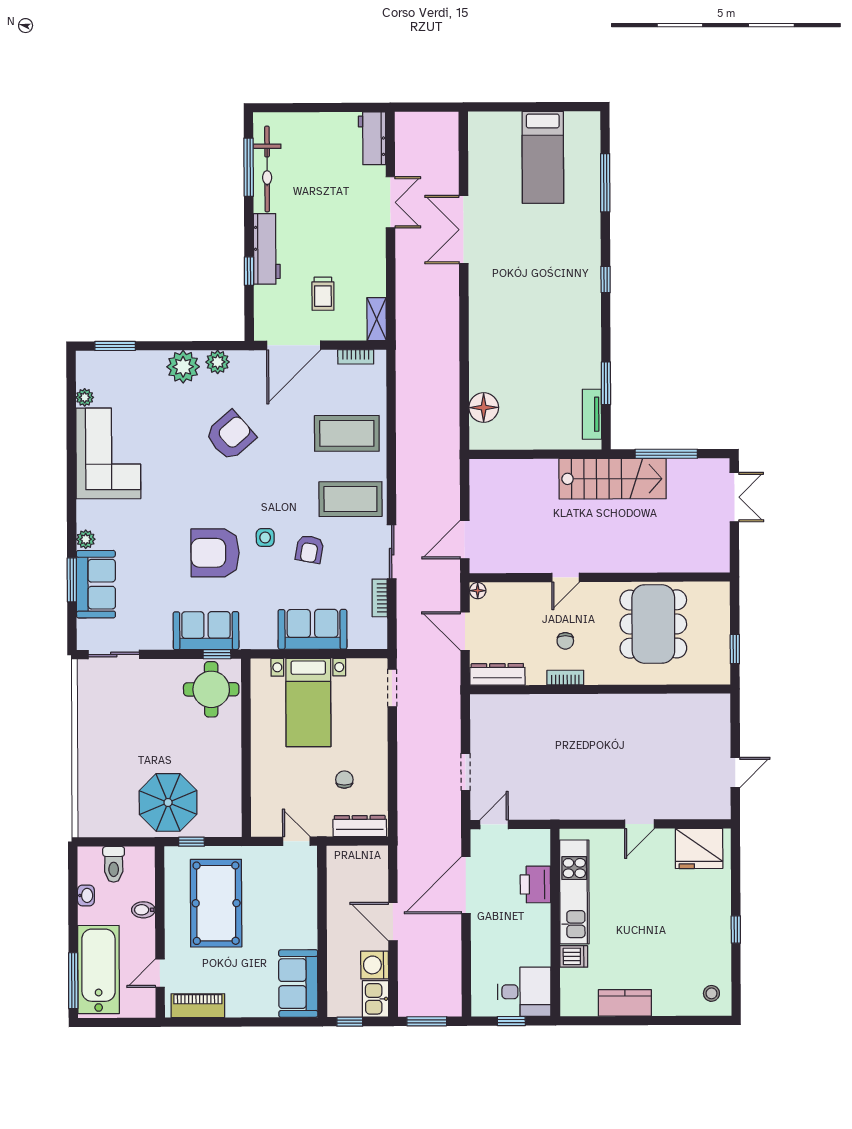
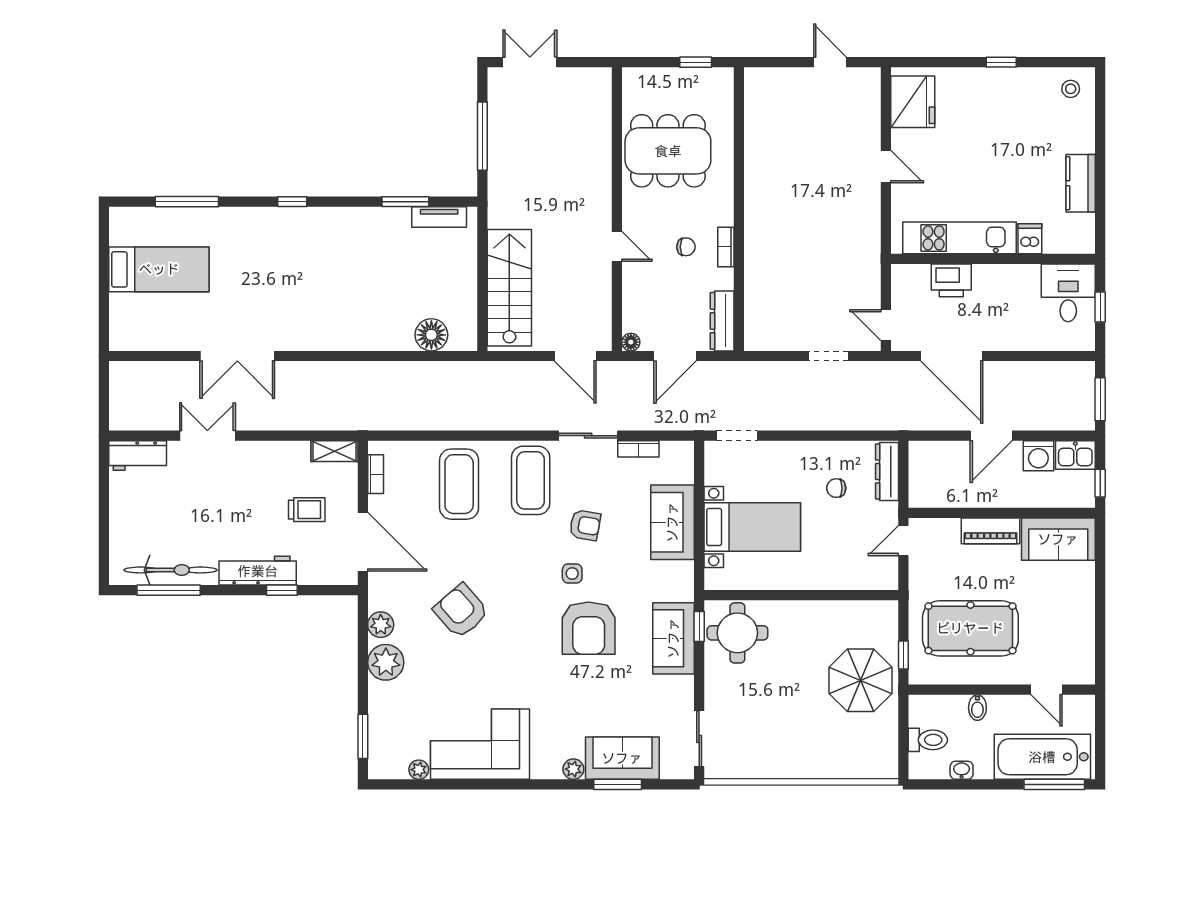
stairs: (613, 479) -> (509, 288), moved
piano: (198, 1006) -> (990, 531), moved, turned -90

